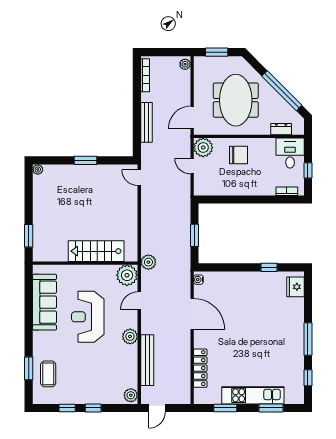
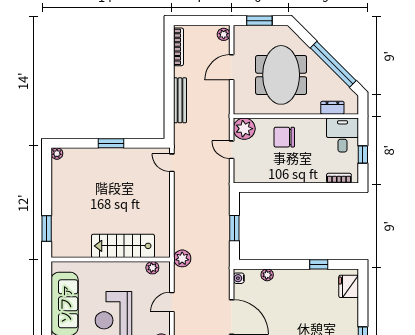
door: (192, 117) -> (232, 67), moved
chair: (239, 155) -> (284, 137), turned 180
plant: (127, 275) -> (152, 268), width x0.53, depth x0.53
plant: (223, 277) -> (267, 275), added

